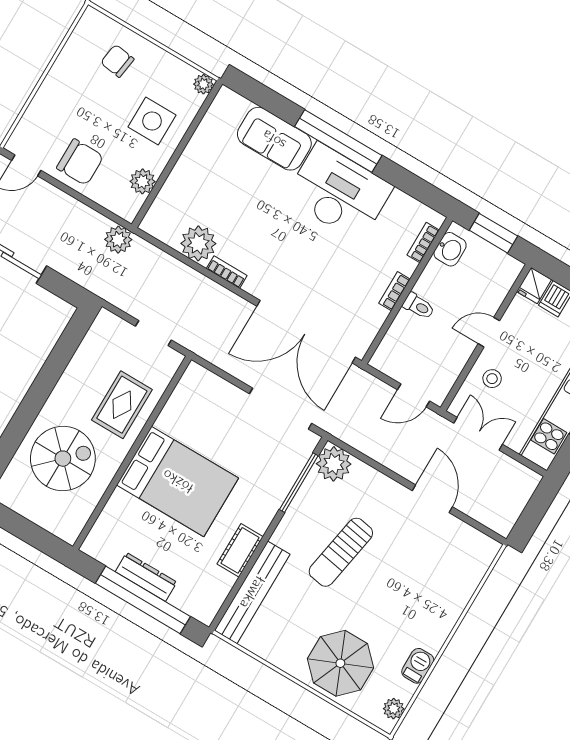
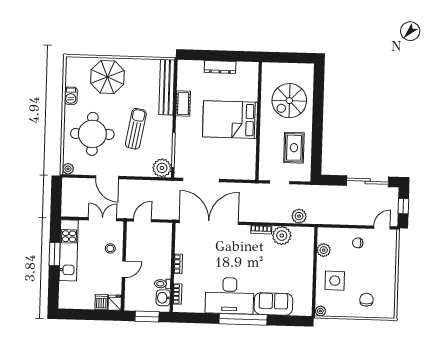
chair: (117, 61) -> (366, 300), turned -98
chair: (80, 162) -> (358, 243), width x0.54, depth x0.54
plant: (118, 240) -> (299, 216), moved
toilet: (419, 306) -> (163, 284), moved
rug: (122, 405) -> (294, 148), moved
double door: (478, 434) -> (103, 219), swing flipped
round table: (417, 583) -> (92, 134), added
window: (143, 600) -> (216, 56), removed
plant: (394, 709) -> (68, 169), moved

